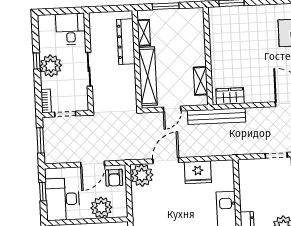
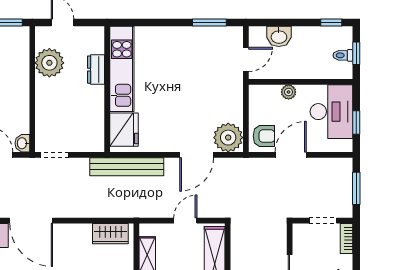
bench: (217, 116) -> (127, 167), moved
fridge: (198, 172) -> (124, 130), moved, turned 90
armchair: (114, 178) -> (264, 136), turned 90
plant: (101, 208) -> (289, 92), width x0.53, depth x0.53

